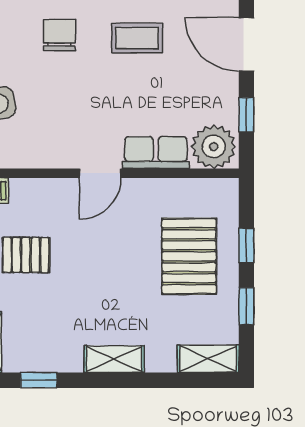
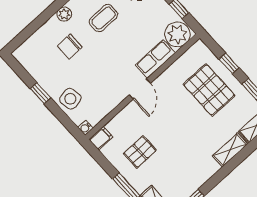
chair: (60, 35) -> (70, 47), turned -90
shelving: (114, 359) -> (230, 150), moved

